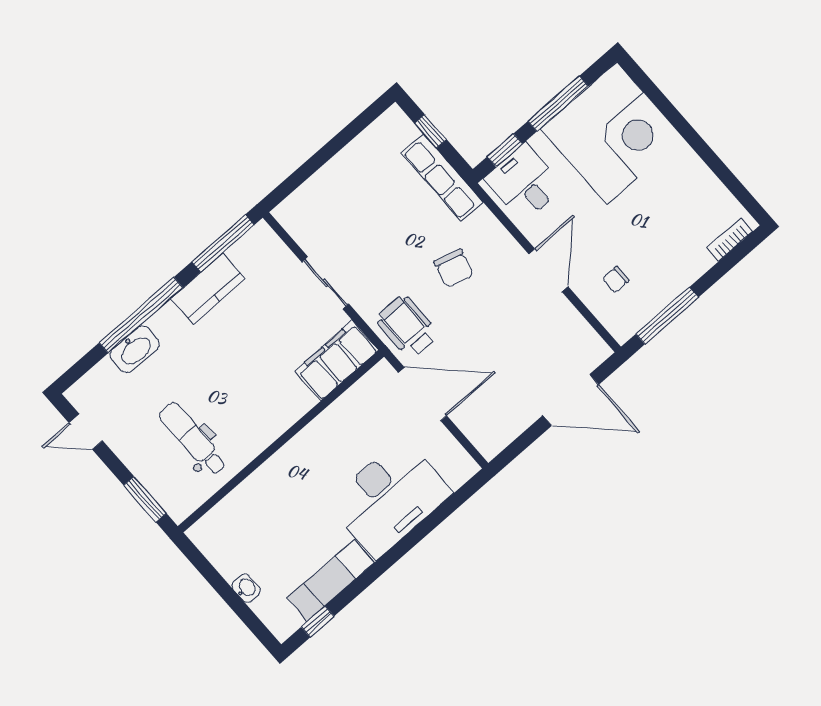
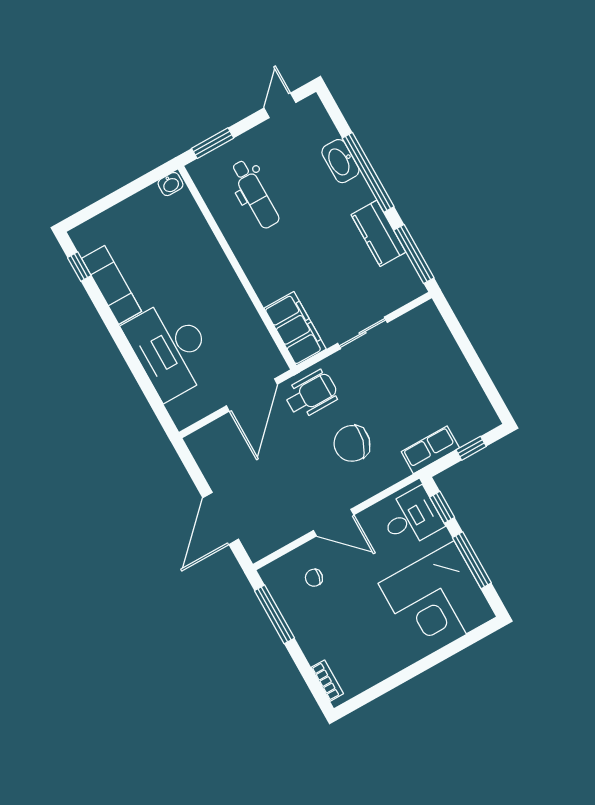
row of seats: (442, 178) -> (430, 450), width x0.68
chair: (454, 268) -> (352, 443), width x1.37, depth x1.37
chair: (616, 279) -> (314, 578), turned -77
dental chair: (193, 439) -> (255, 194), turned 90
washbasin: (246, 588) -> (170, 184), moved

